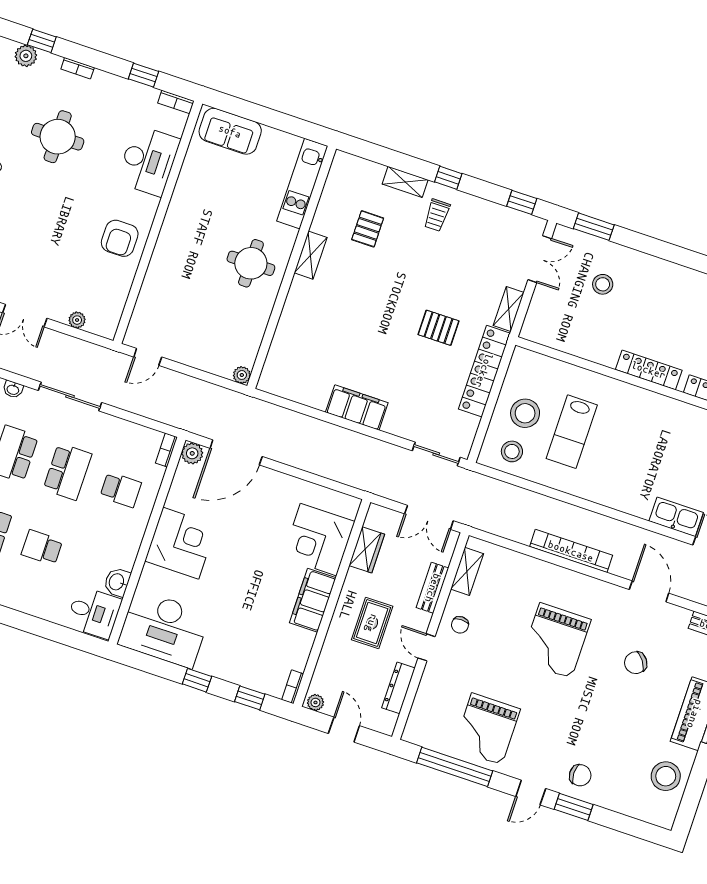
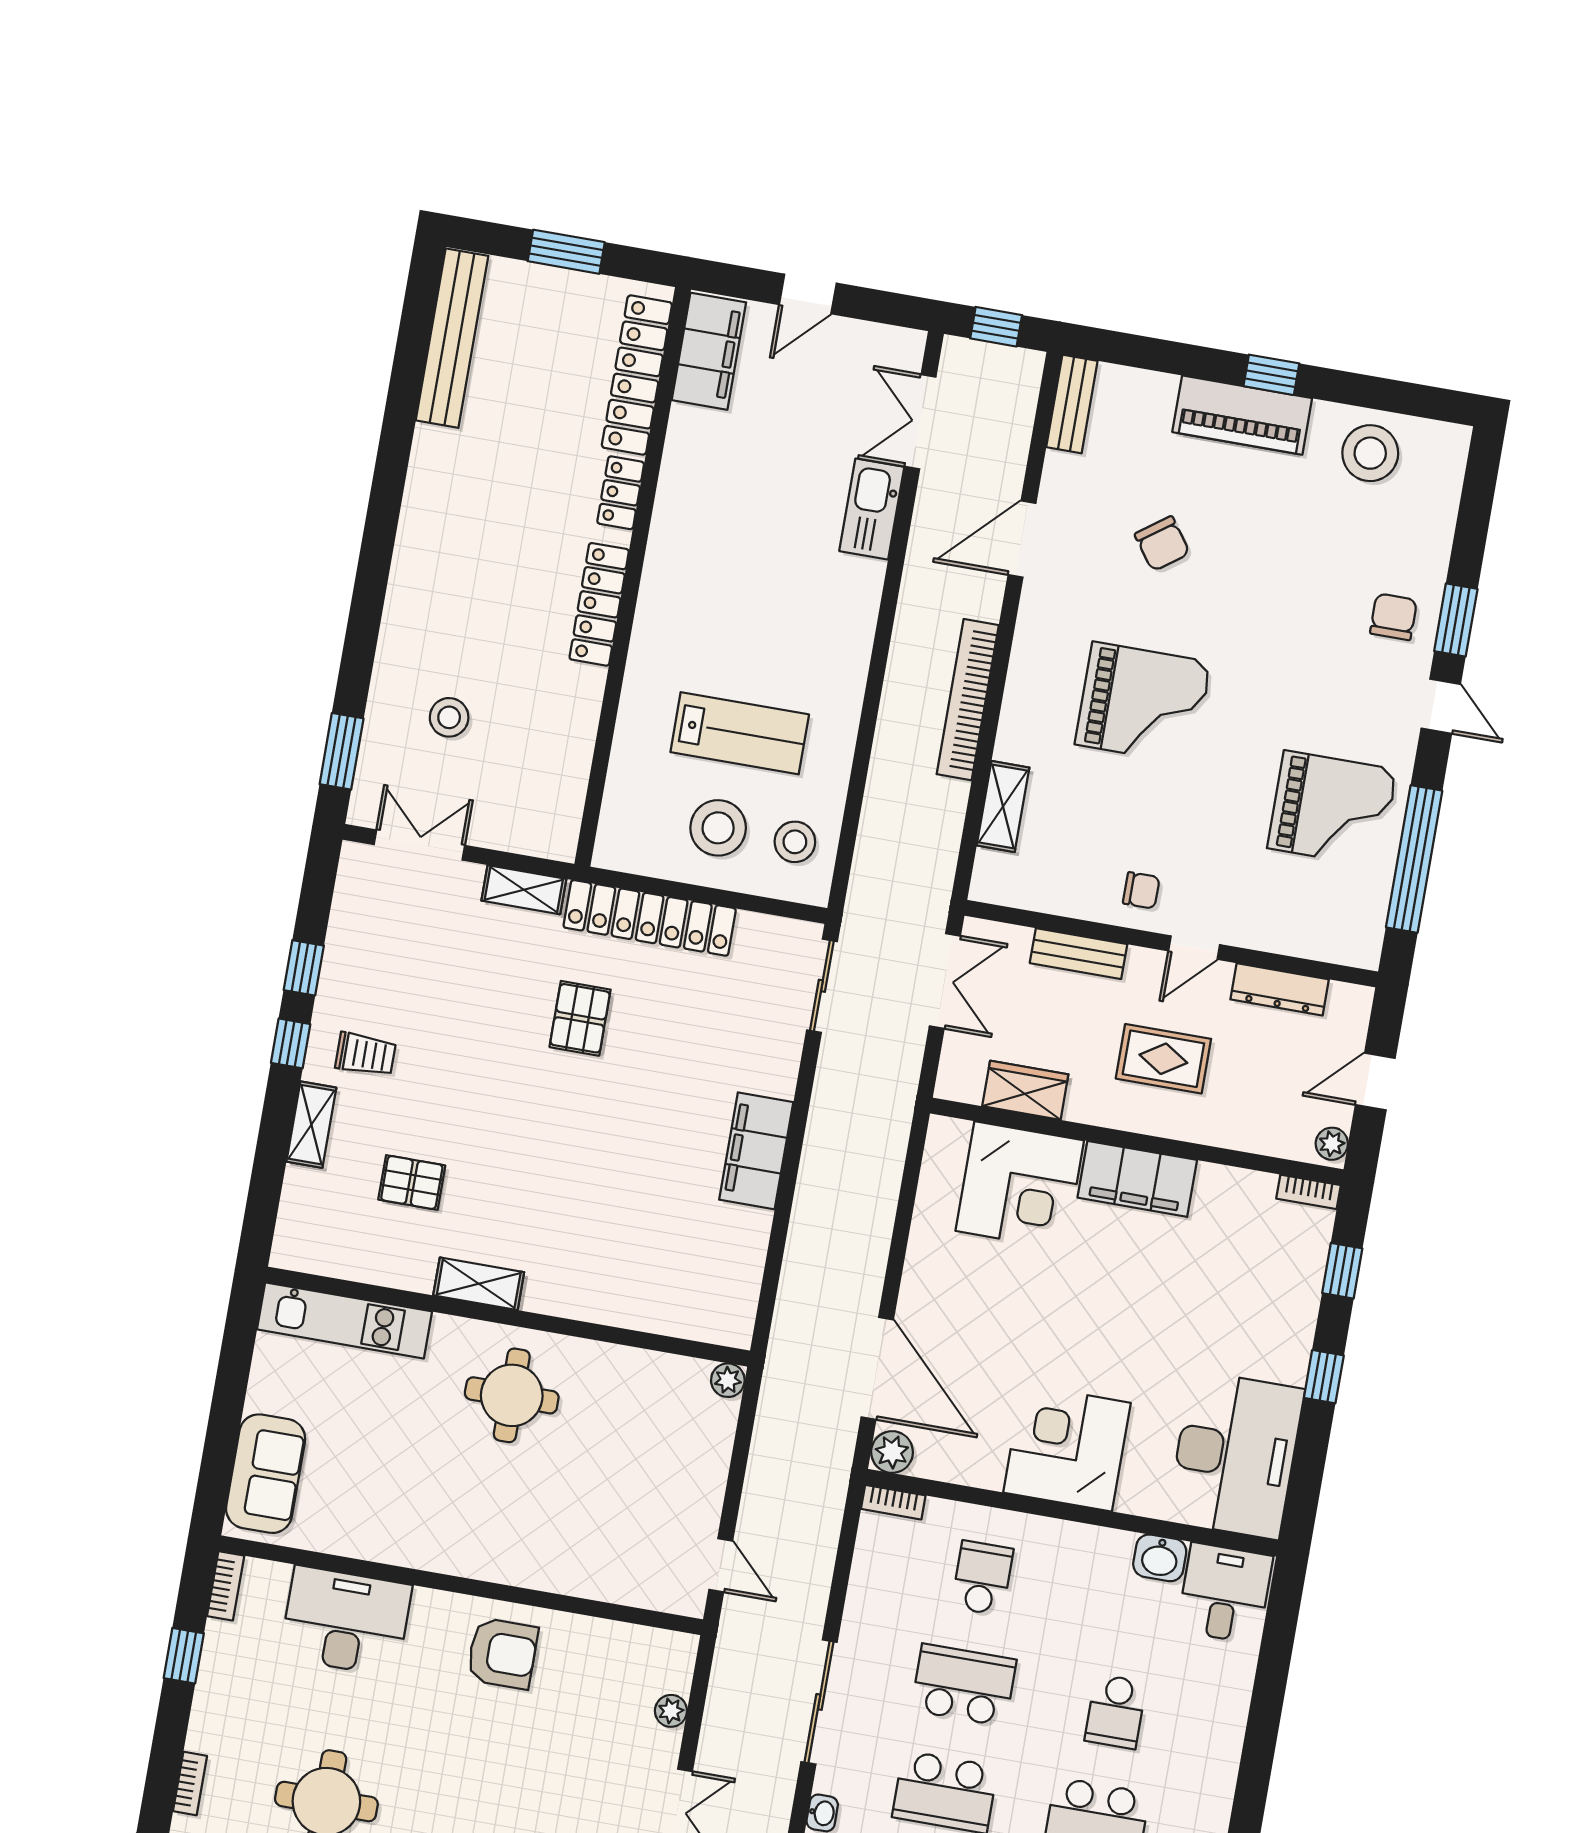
window: (522, 202) -> (304, 968), moved
shelving: (467, 571) -> (1003, 807), moved, turned 90

